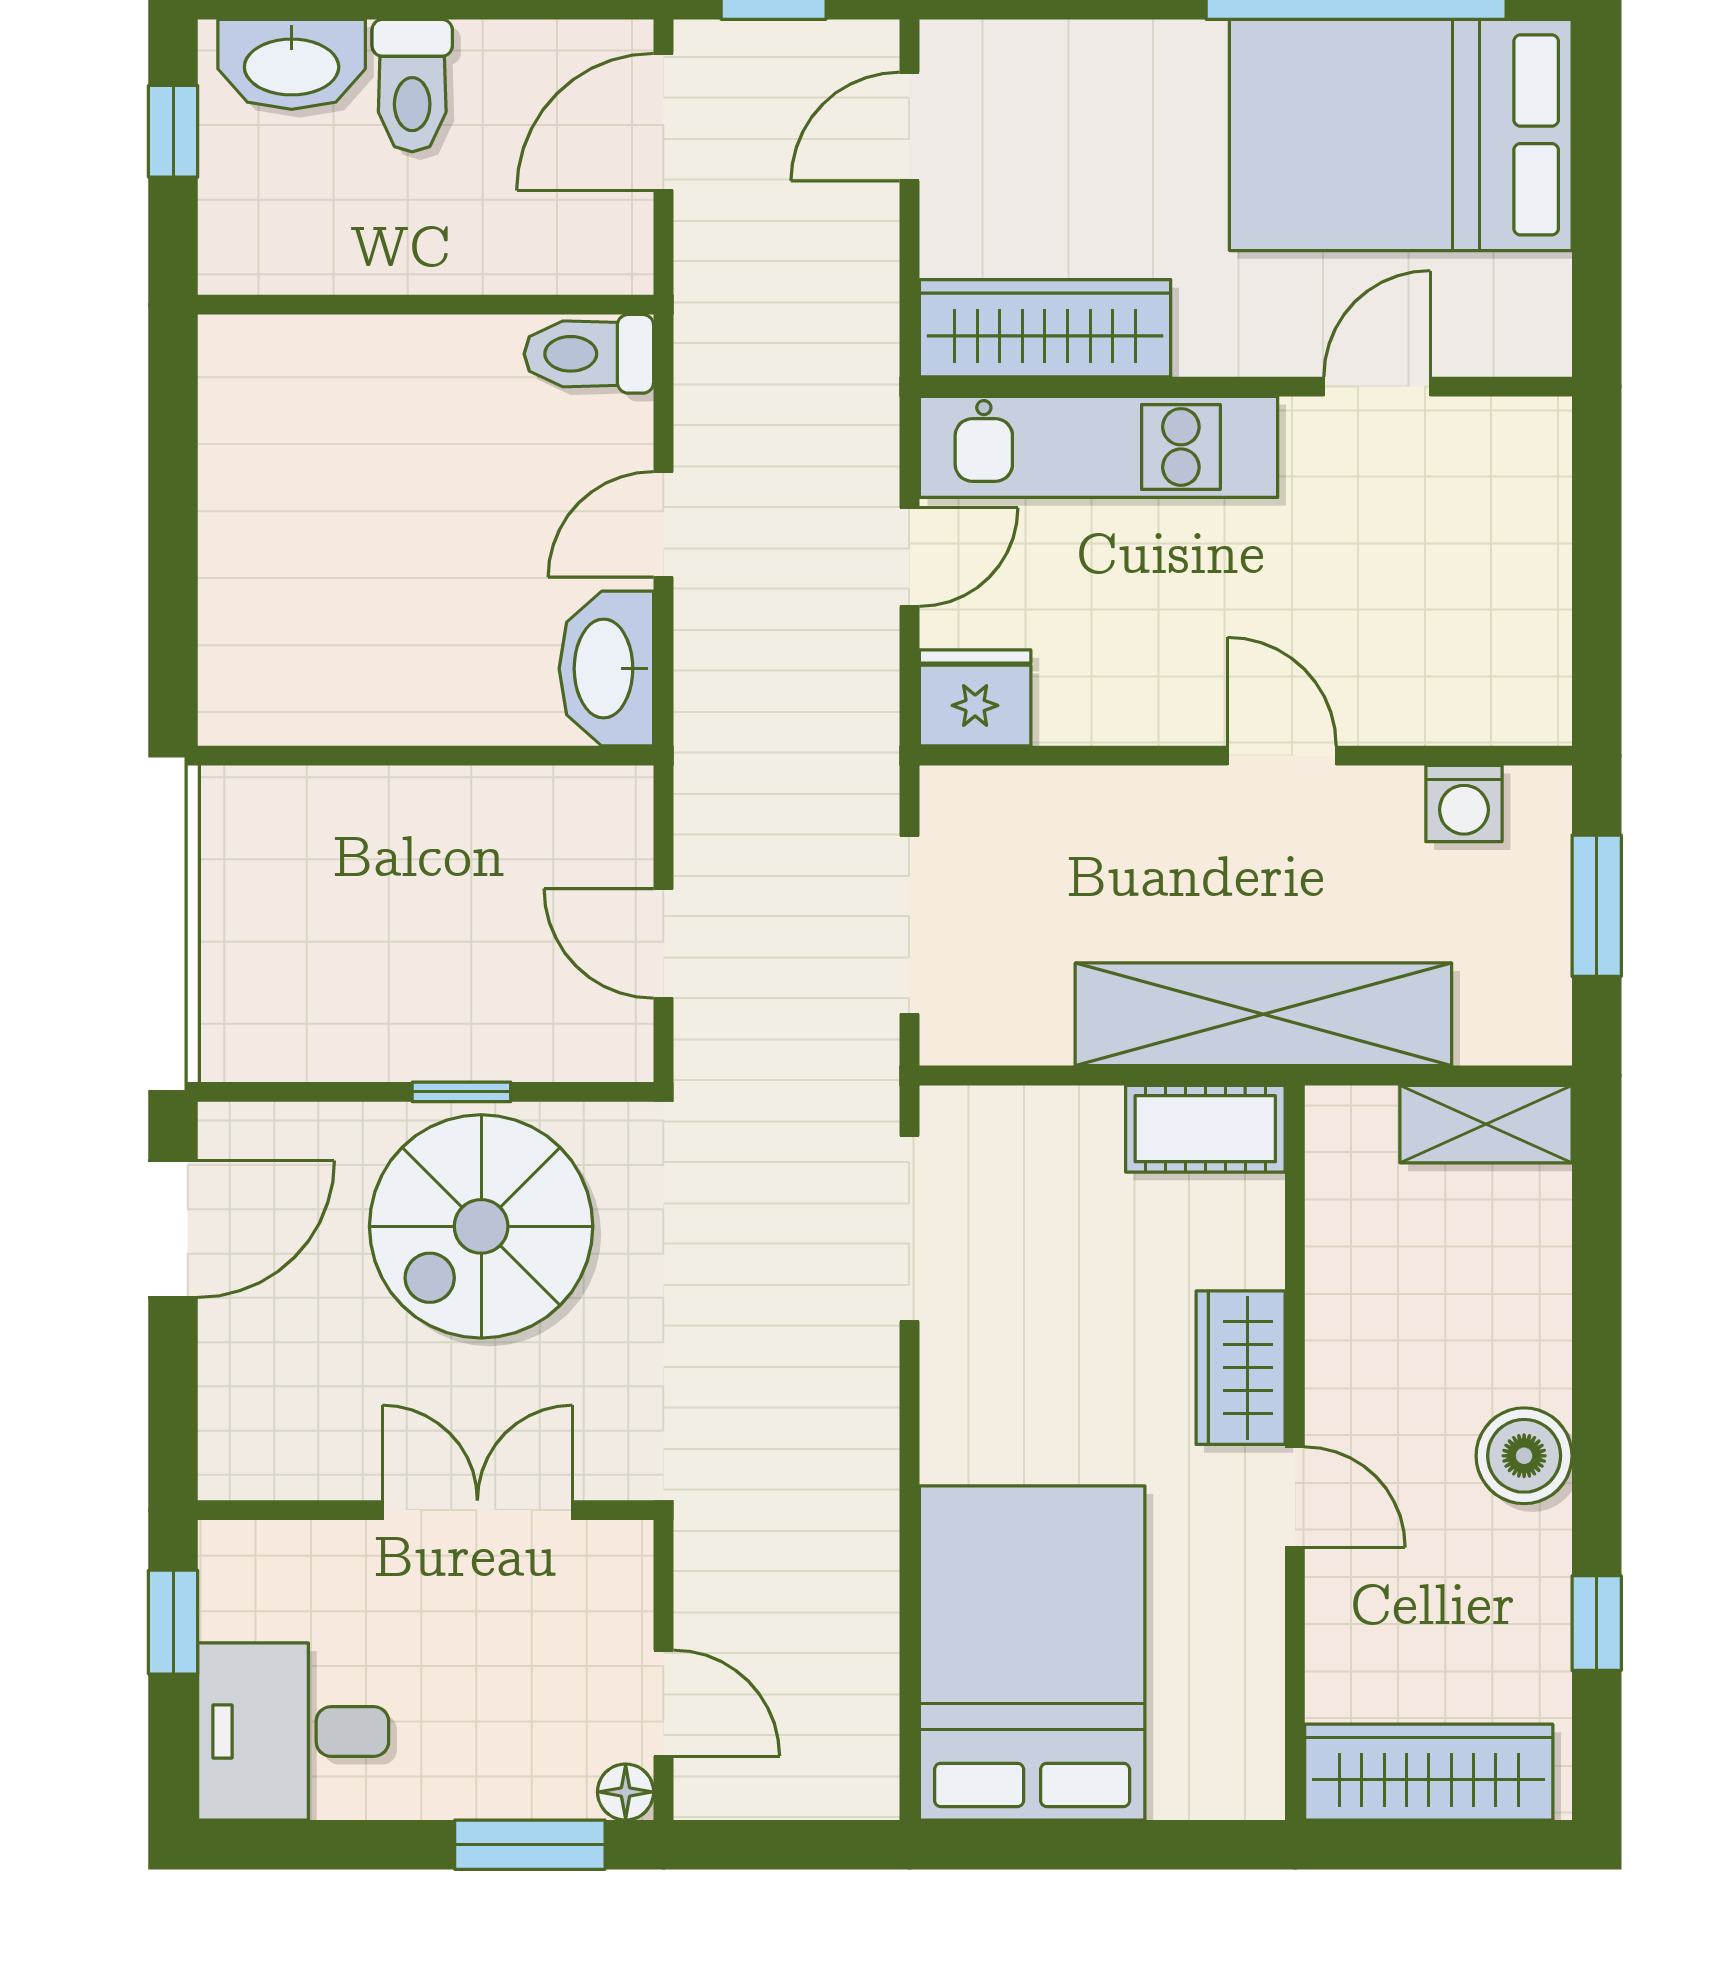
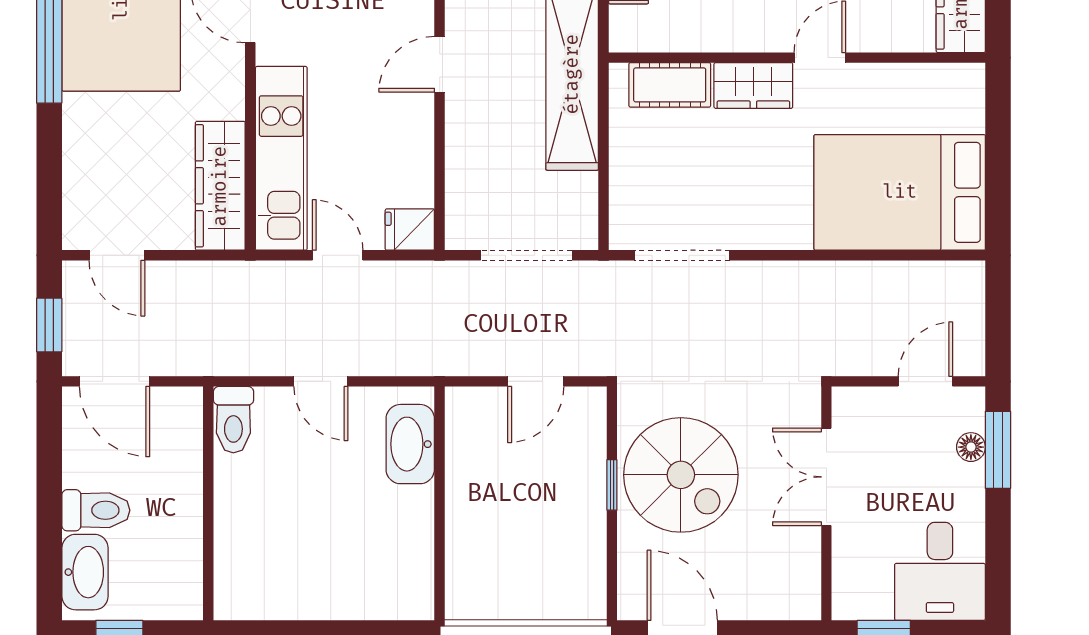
washbasin: (606, 669) -> (410, 444), moved, turned 90
fridge: (975, 698) -> (410, 230), width x0.72
cot: (1205, 1129) -> (670, 85), moved, turned 90
floor lamp: (626, 1792) -> (971, 447), moved

